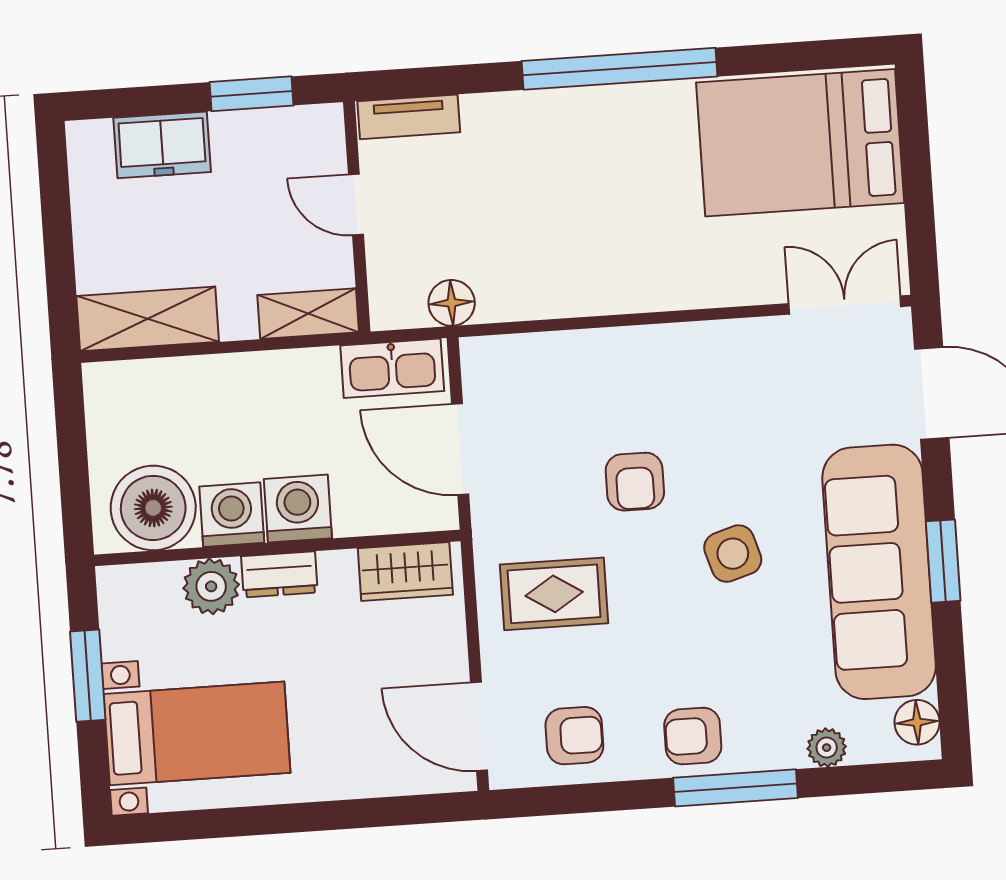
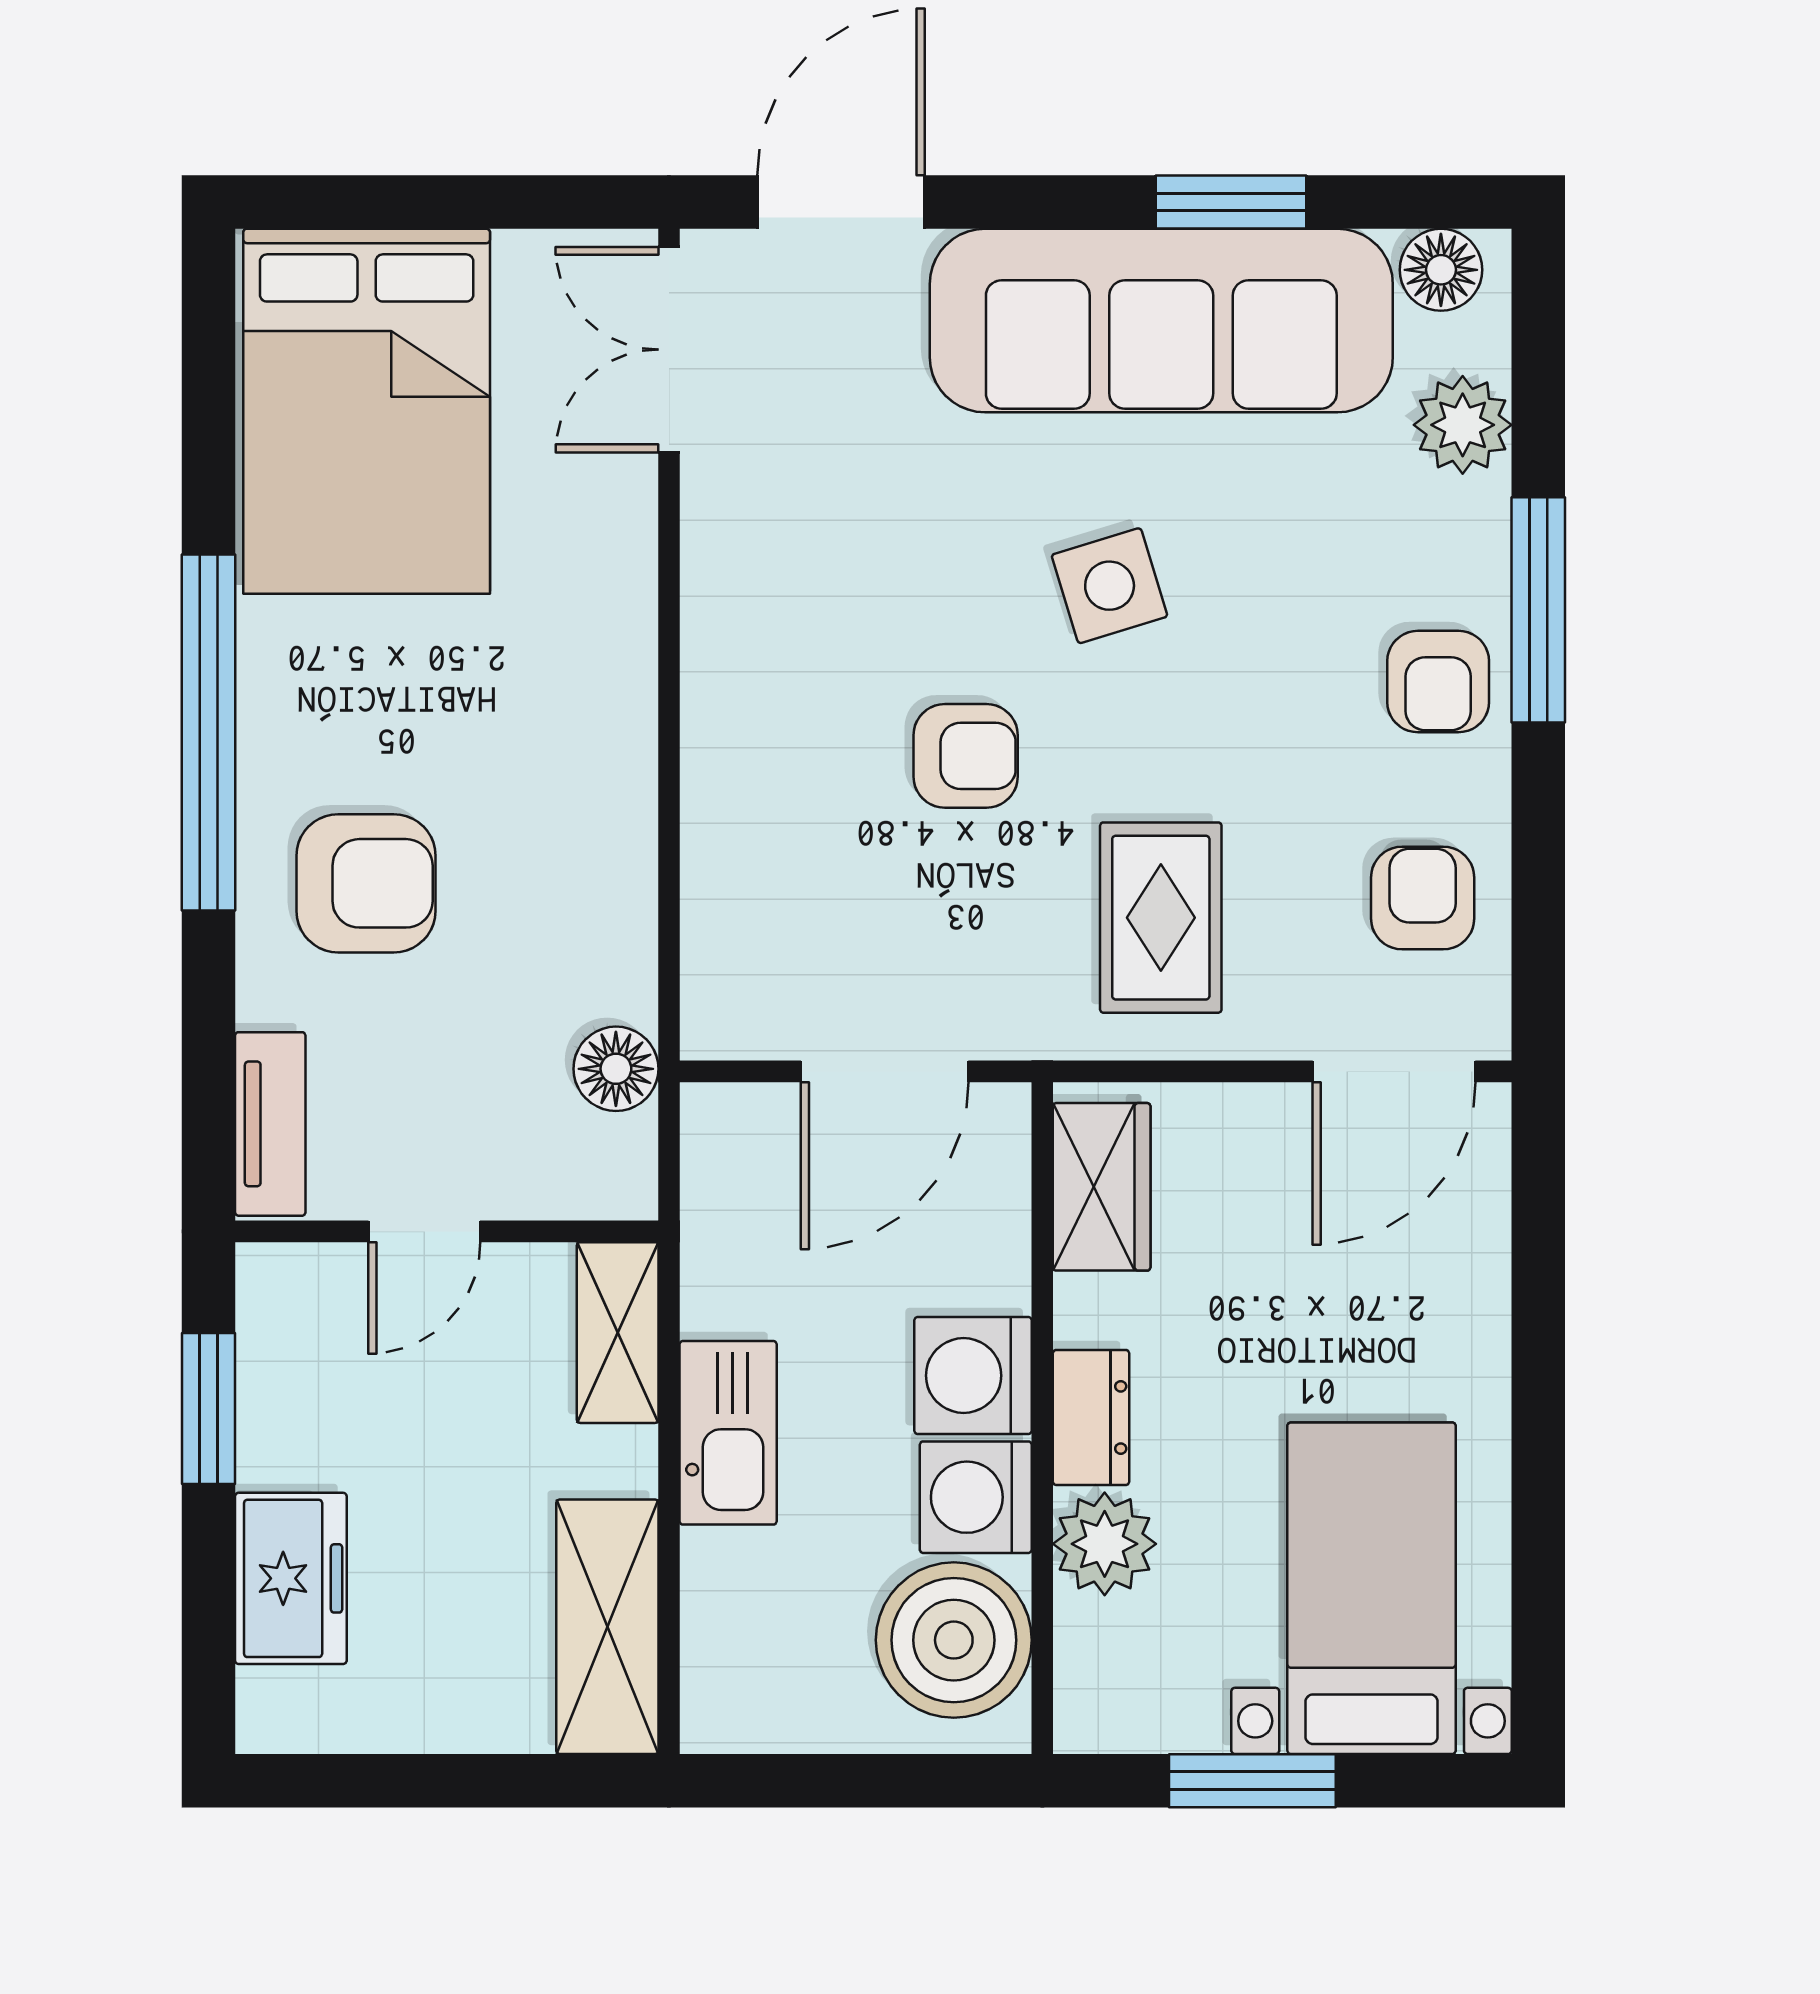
armchair: (543, 160) -> (366, 883), added
kitchen sink: (392, 368) -> (728, 1433), moved
window: (943, 561) -> (1231, 202), moved
plant: (827, 748) -> (1463, 425), width x1.38, depth x1.38

